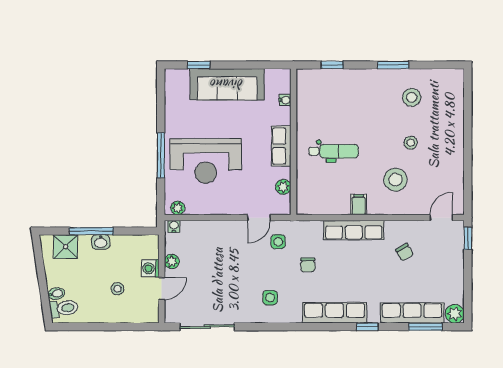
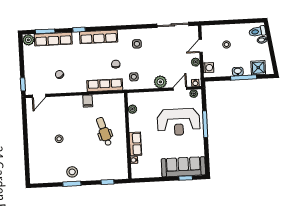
sofa: (227, 84) -> (183, 167), moved
stool: (412, 97) -> (72, 172), moved
row of seats: (281, 146) -> (135, 144), moved
dental chair: (334, 151) -> (104, 131), turned 73
reception desk: (206, 161) -> (179, 122), turned 180
stool: (395, 180) -> (67, 117), removed
door: (259, 218) -> (180, 89), moved
row of seats: (354, 230) -> (105, 85), moved
plant: (233, 231) -> (160, 82), added
washing machine: (150, 268) -> (208, 68), moved

